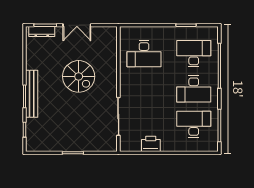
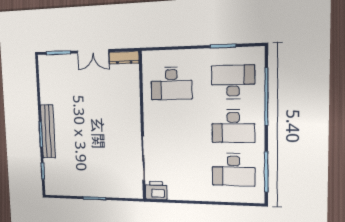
dresser: (42, 32) -> (124, 58), moved
spiral stairs: (79, 76) -> (97, 112), removed
desk: (194, 124) -> (234, 170), turned 180
printer: (151, 144) -> (156, 190), moved

